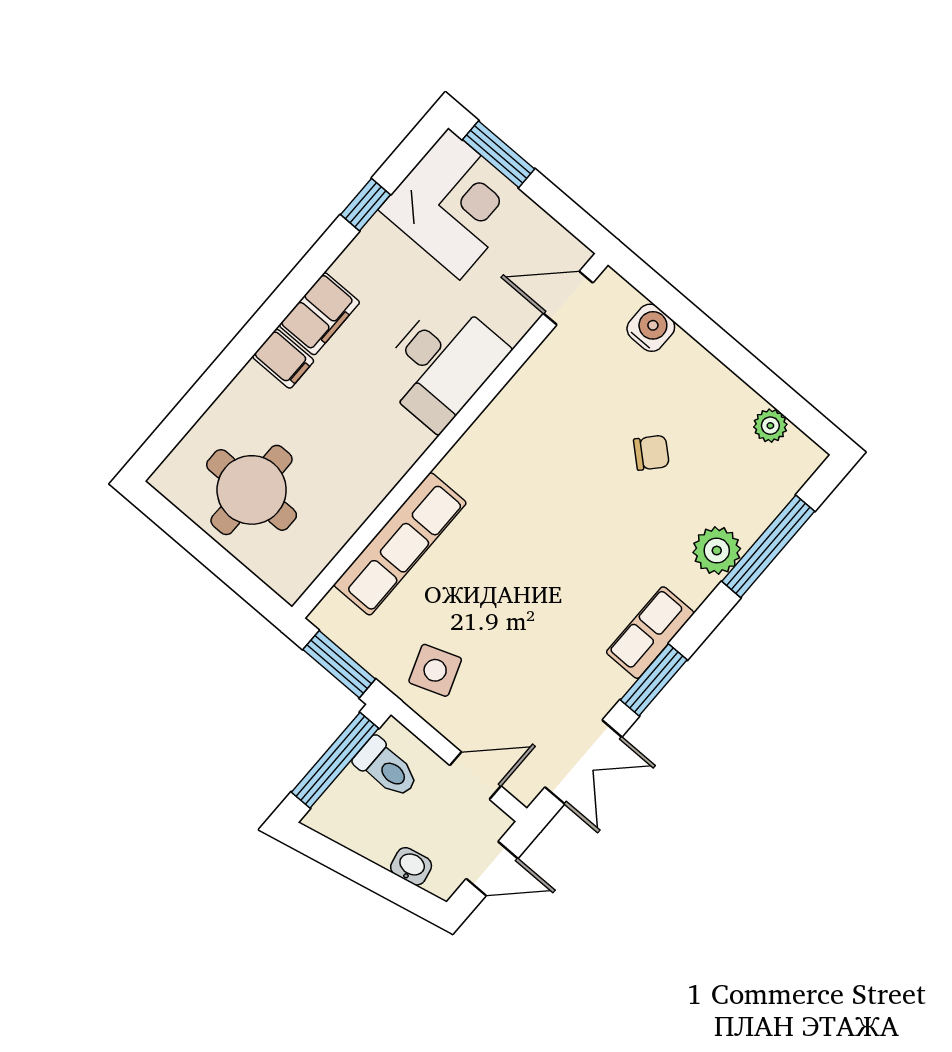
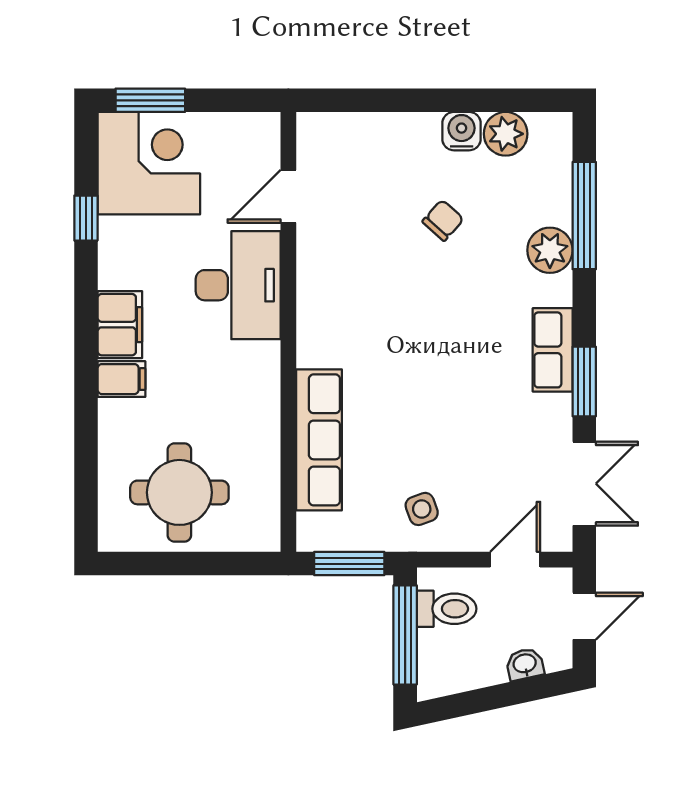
door: (568, 298) -> (288, 196), moved
water cooler: (651, 328) -> (462, 131), moved
plant: (770, 426) -> (506, 134), width x1.38, depth x1.38
side table: (435, 670) -> (422, 509), width x0.73, depth x0.73

